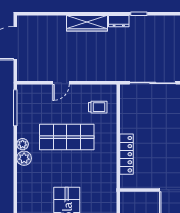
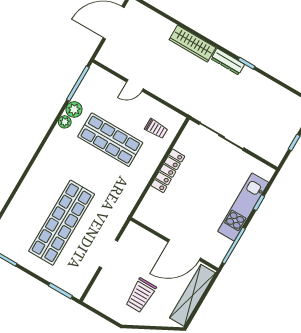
dresser: (119, 21) -> (228, 62), width x1.44
locker: (126, 154) -> (168, 171), moved
plant: (24, 158) -> (74, 109), moved

